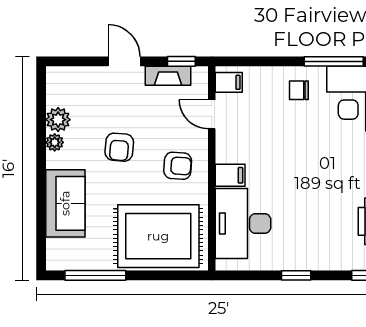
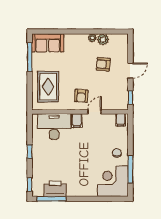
fireplace: (168, 76) -> (124, 91), removed
door: (212, 114) -> (95, 112), moved
armchair: (119, 147) -> (103, 64), moved
sofa: (65, 203) -> (48, 43), moved
rug: (158, 236) -> (48, 87), width x0.73, depth x0.69

